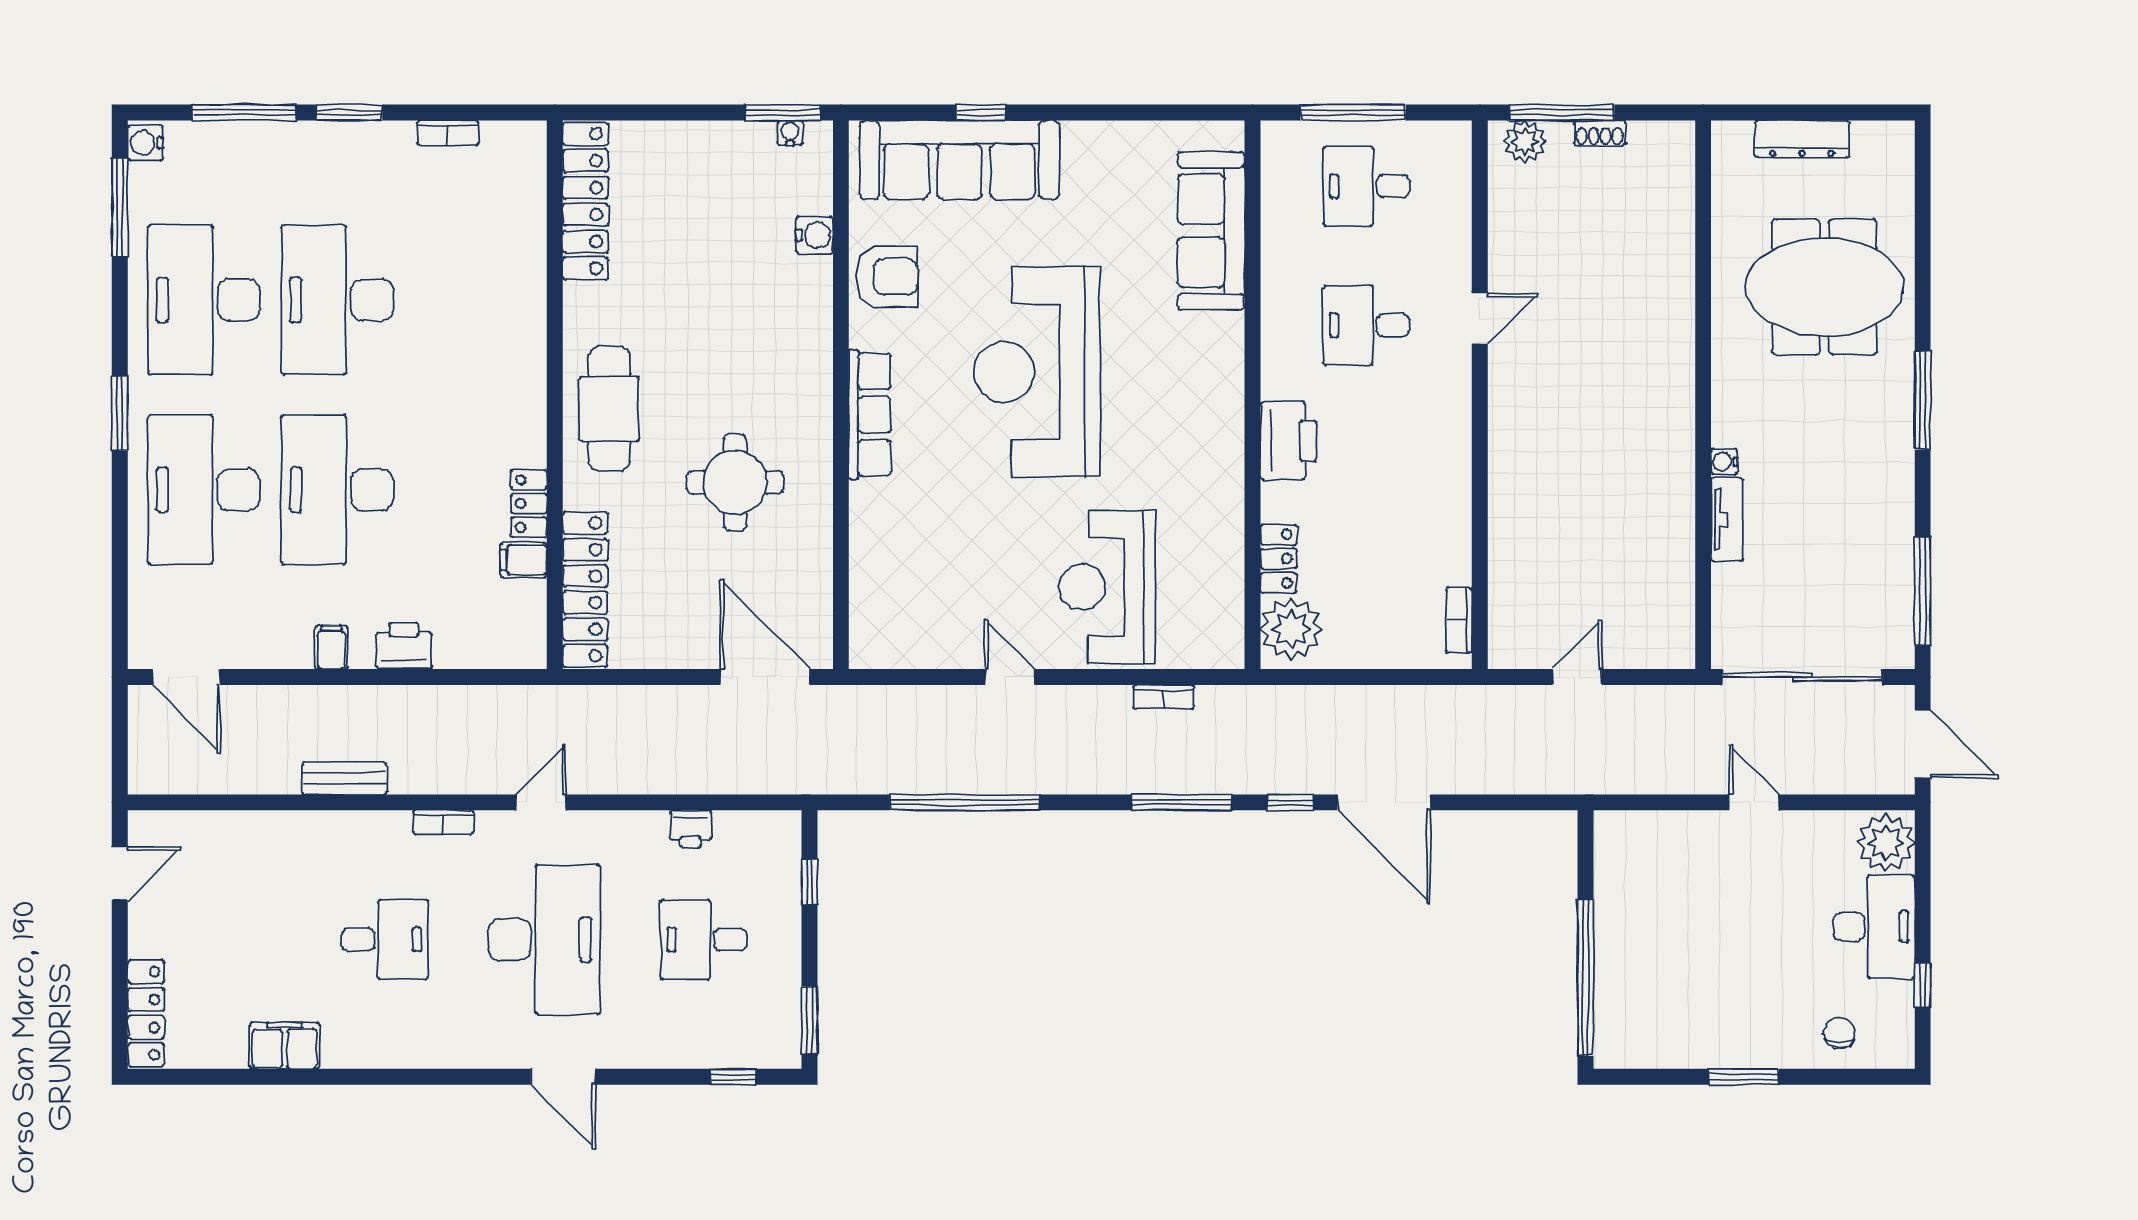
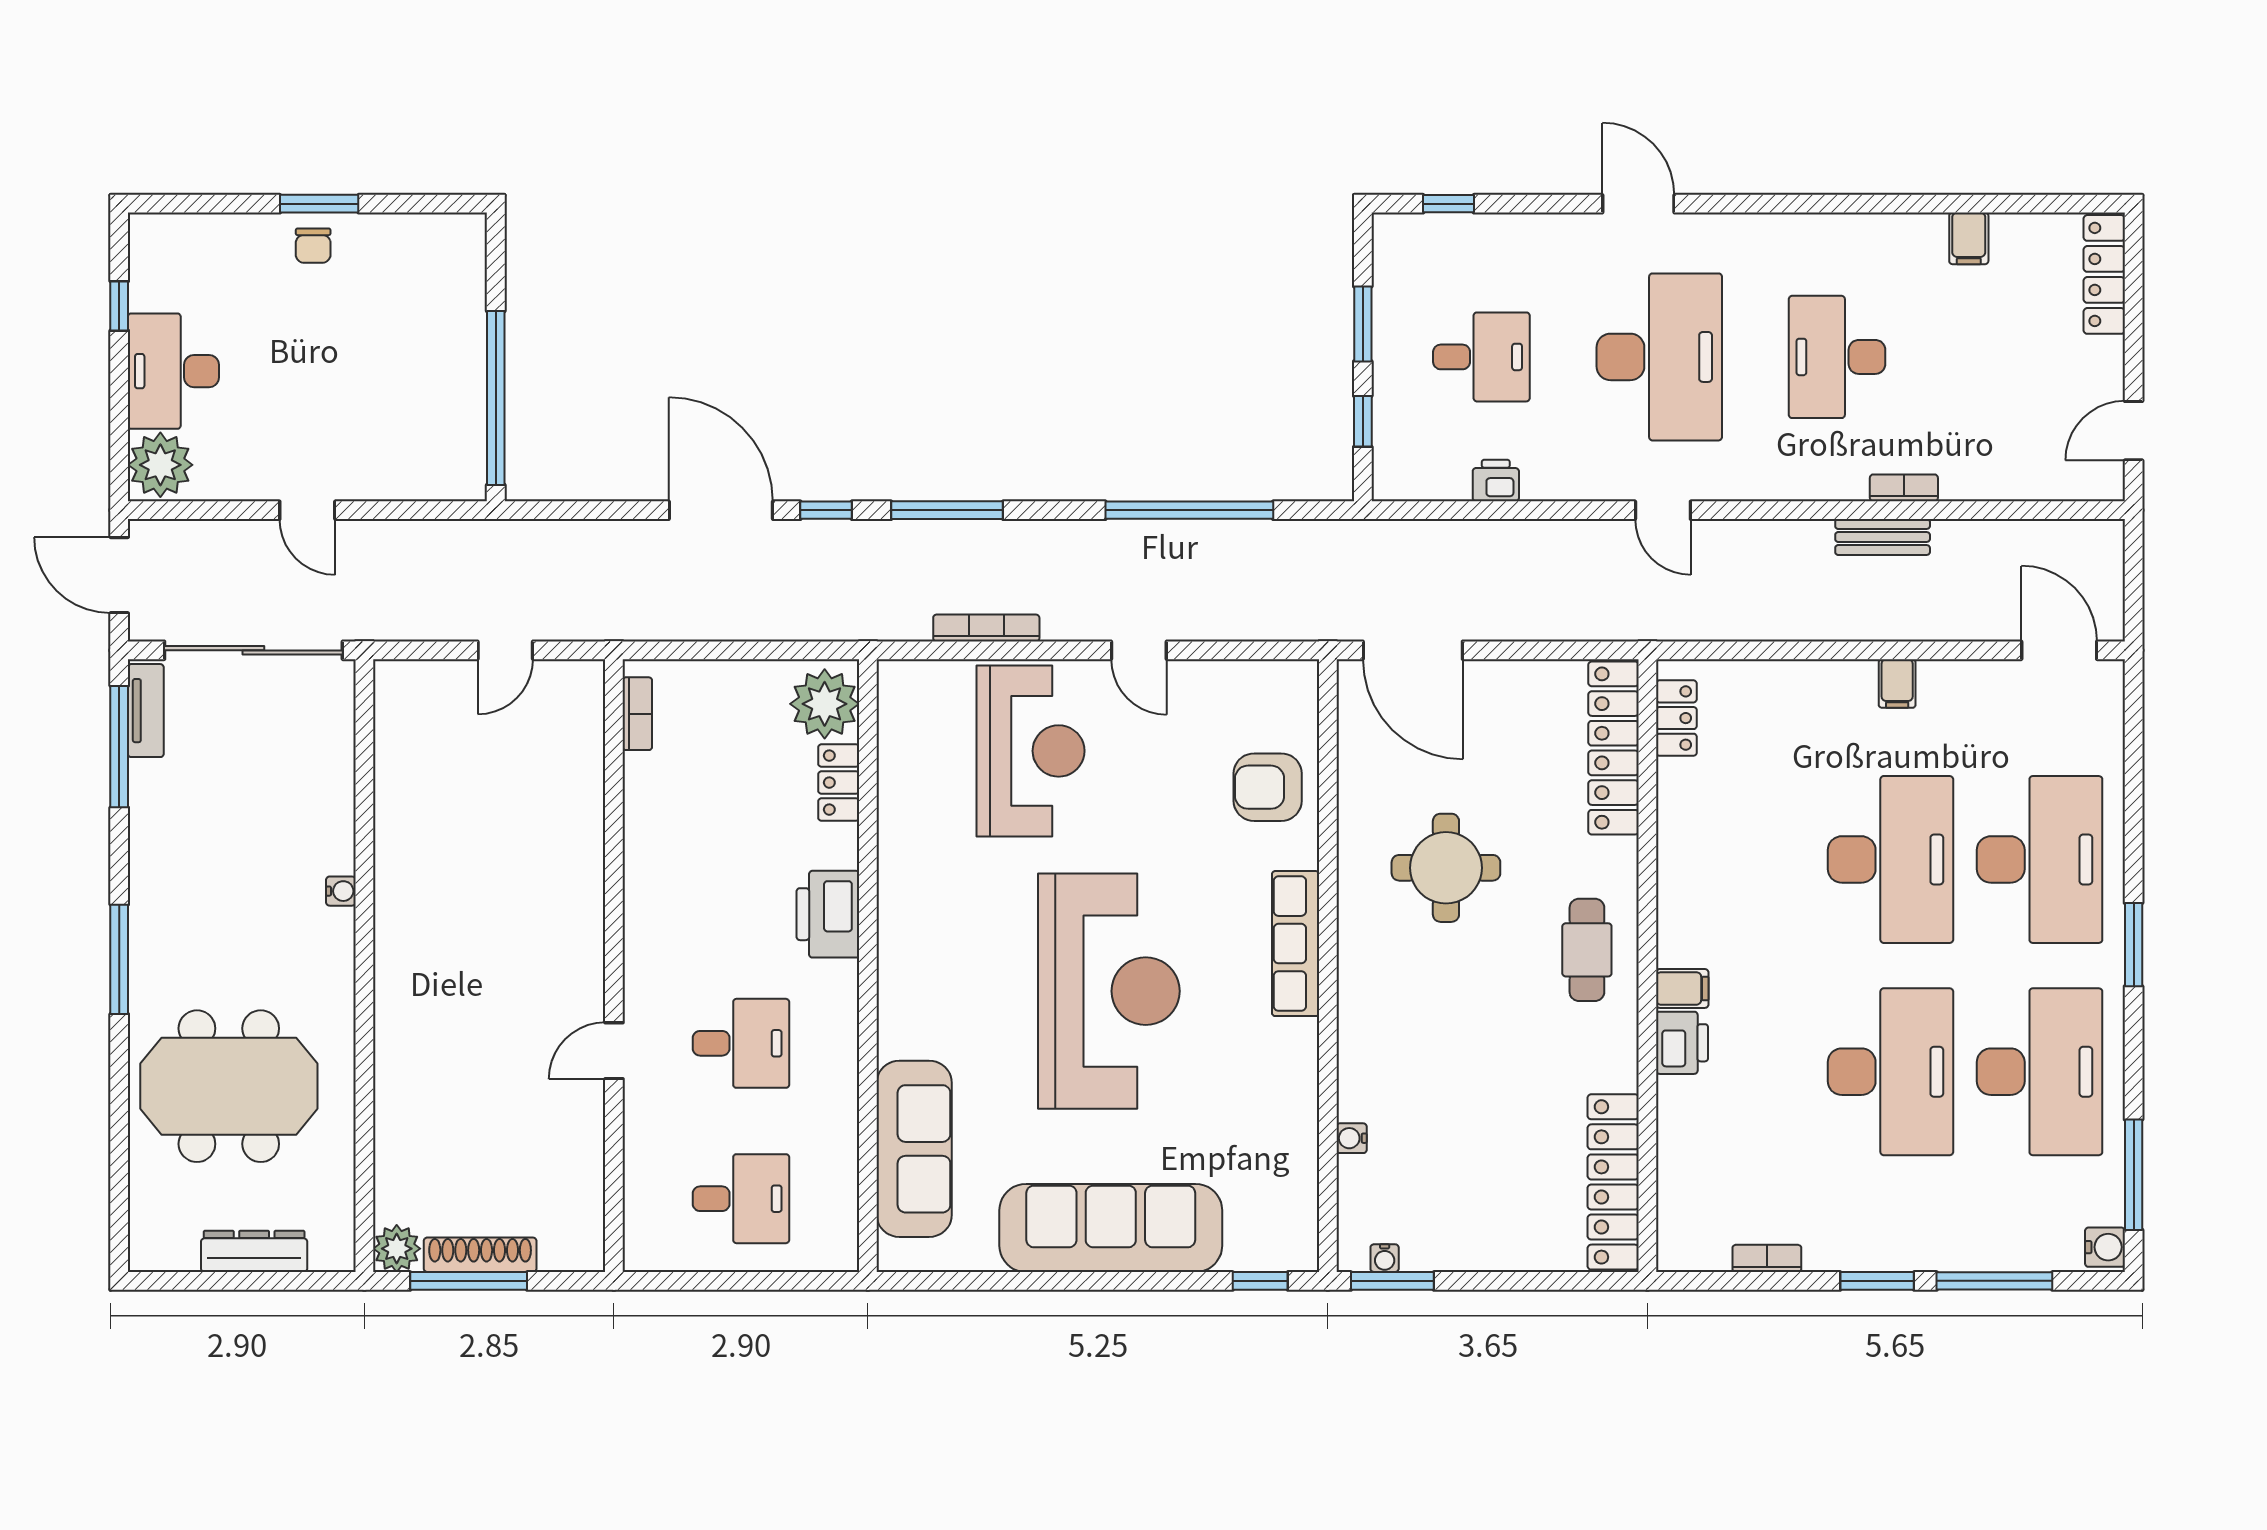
window: (981, 113) -> (1260, 1281), moved
window: (1353, 113) -> (756, 1281), removed
window: (1562, 113) -> (469, 1281), moved
shoe rack: (1600, 133) -> (480, 1255), width x1.94, depth x1.24
plant: (1525, 142) -> (397, 1249), moved
sofa: (959, 160) -> (1111, 1228), moved
water cooler: (814, 235) -> (1352, 1138), width x0.72, depth x0.72
armchair: (887, 277) -> (1268, 787), moved
cafe table: (609, 409) -> (1587, 950), width x0.73, depth x0.74
locker: (529, 503) -> (1676, 718), moved
tv unit: (1727, 520) -> (146, 711), moved, turned 180
filing cabinet: (524, 560) -> (1682, 988), moved
printer: (404, 646) -> (1682, 1043), moved, turned -90
bookcase: (1164, 697) -> (986, 628), width x1.56
door: (541, 802) -> (1663, 510), hinge flipped
bookcase: (443, 822) -> (1904, 488), moved
desk: (385, 940) -> (1837, 357), width x1.37
desk: (544, 940) -> (1659, 357), turned 180
window: (1586, 978) -> (496, 398), moved
window: (810, 1020) -> (1363, 324), moved
chair: (1839, 1033) -> (313, 246), moved
filing cabinet: (285, 1046) -> (1969, 238), width x0.50

